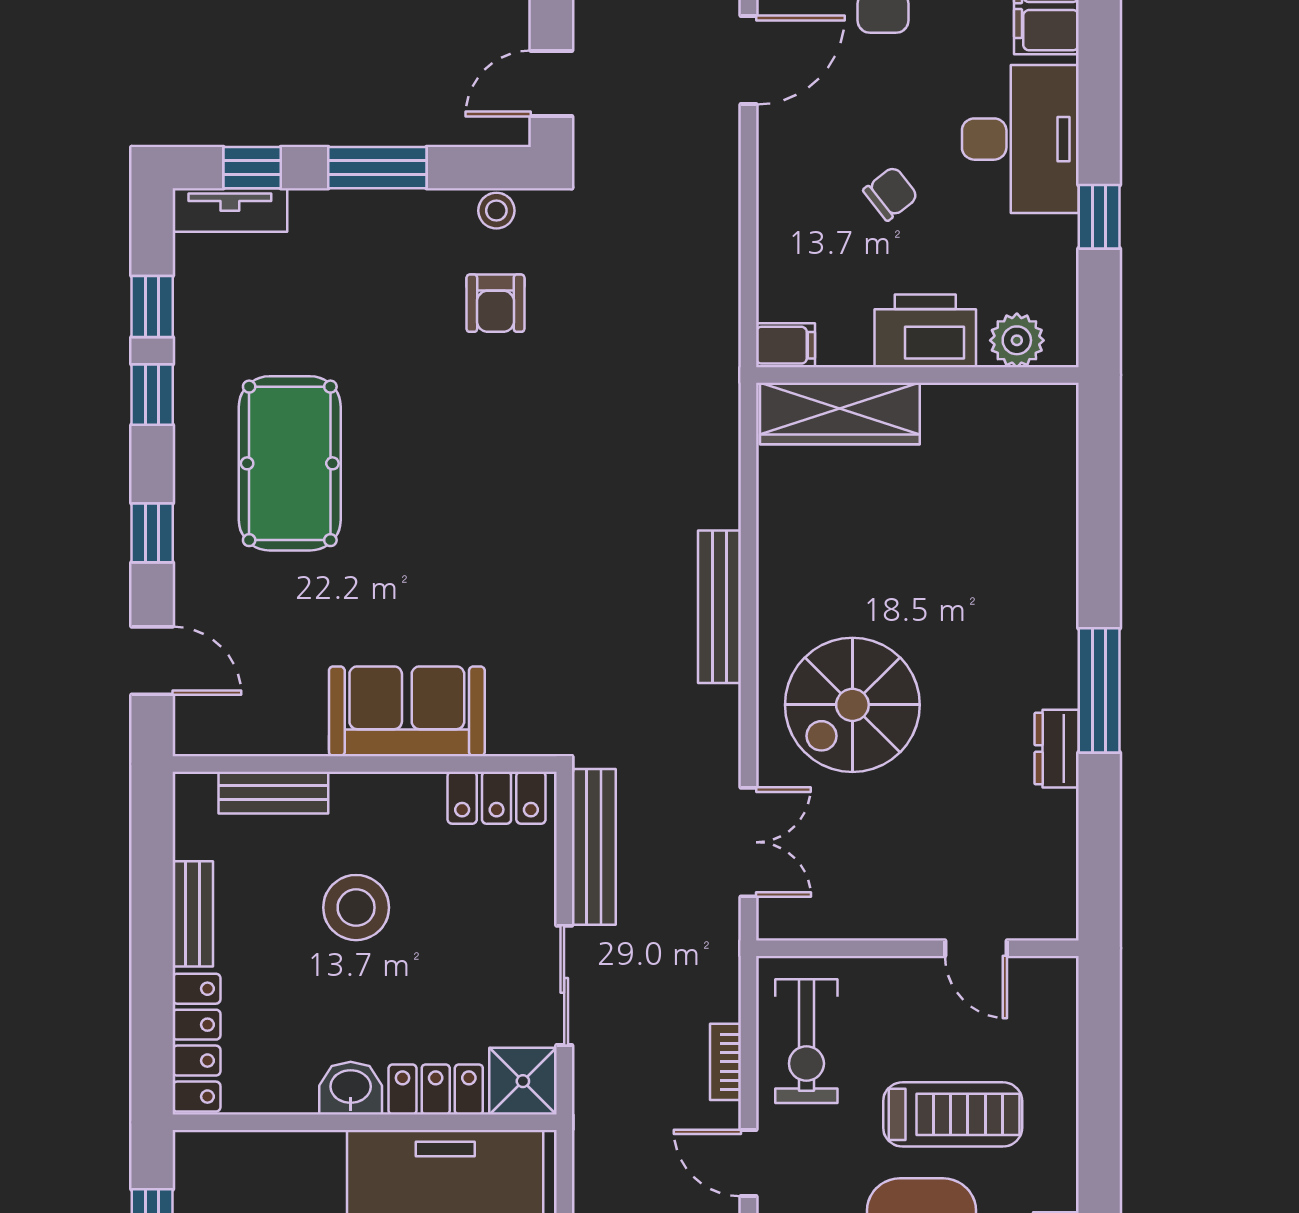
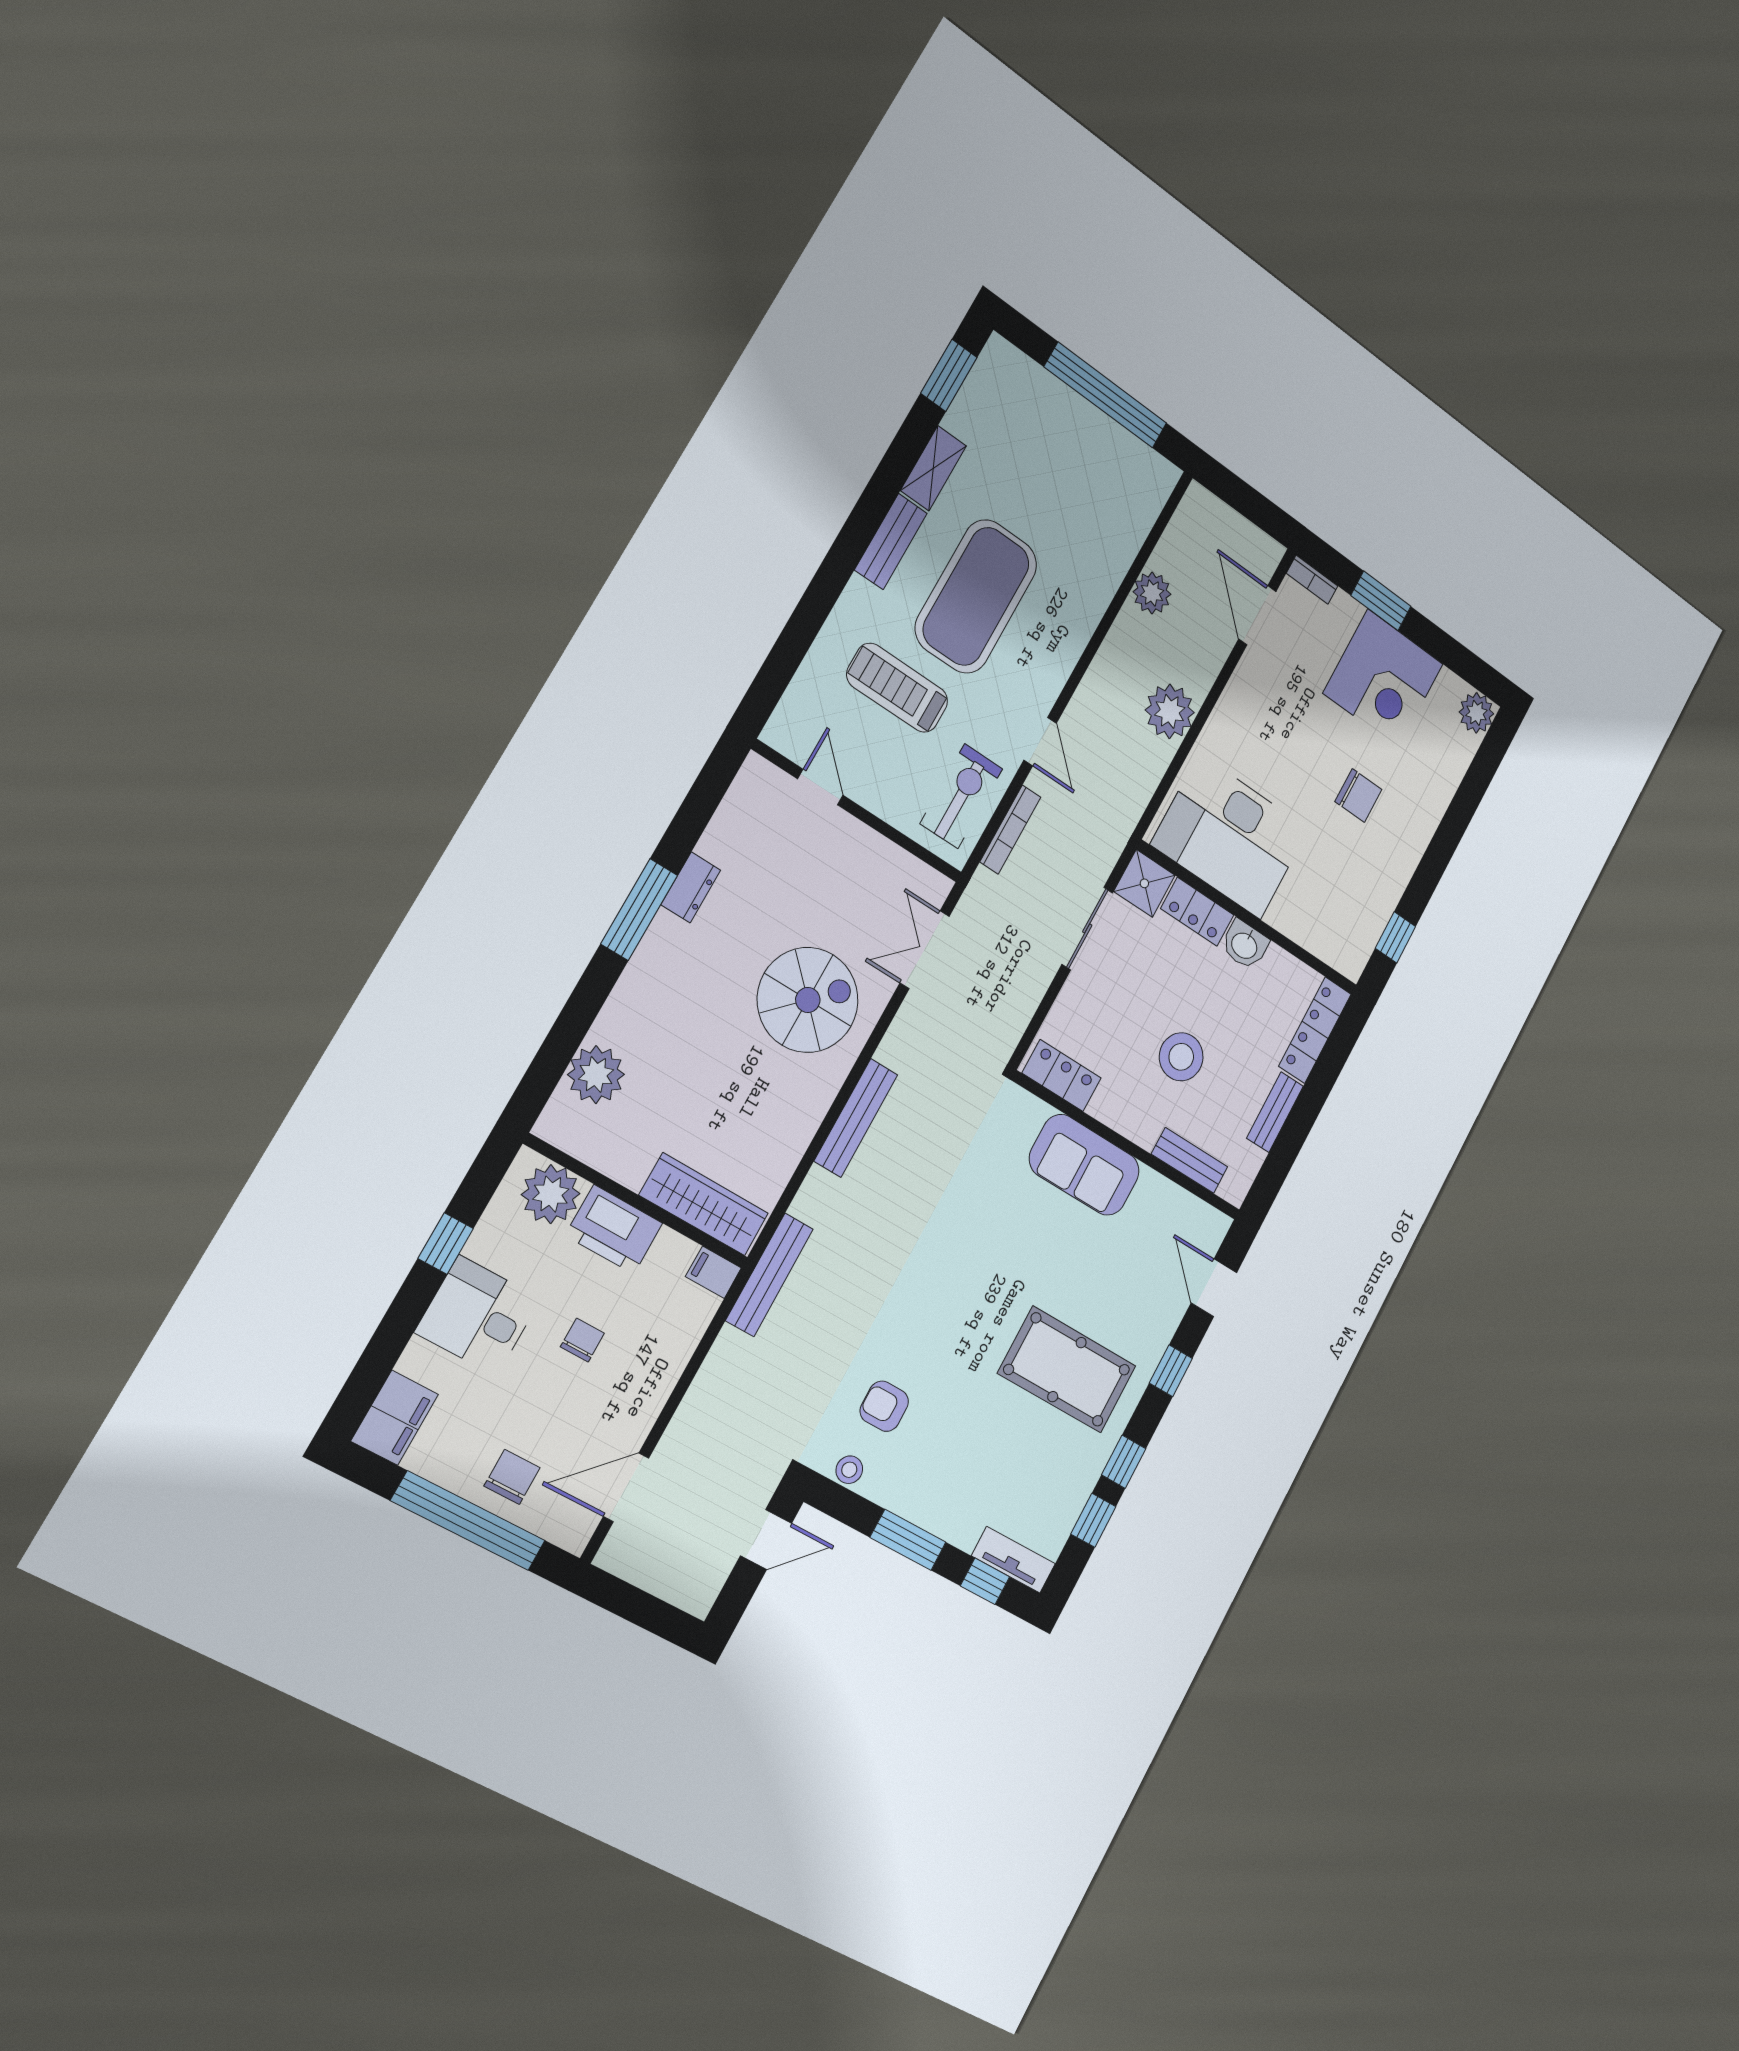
desk: (1020, 139) -> (478, 1316), width x0.73
chair: (891, 193) -> (582, 1340), turned 128
armchair: (495, 303) -> (884, 1406), turned -90
plant: (1017, 340) -> (551, 1194), width x1.36, depth x1.36
pool table: (290, 463) -> (1067, 1370), turned 90
plant: (1042, 486) -> (596, 1075), added
bench: (594, 847) -> (769, 1275), moved
bookcase: (725, 1062) -> (1010, 829), width x1.56

